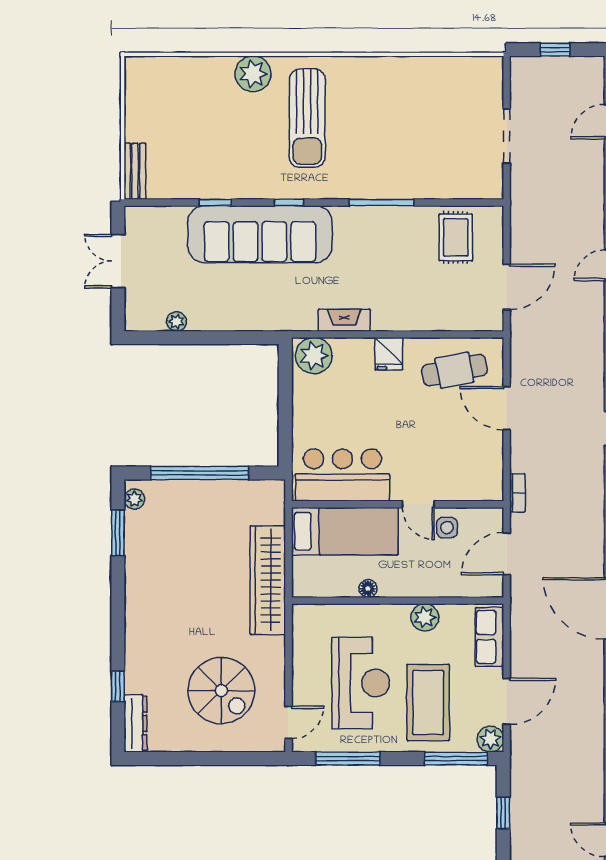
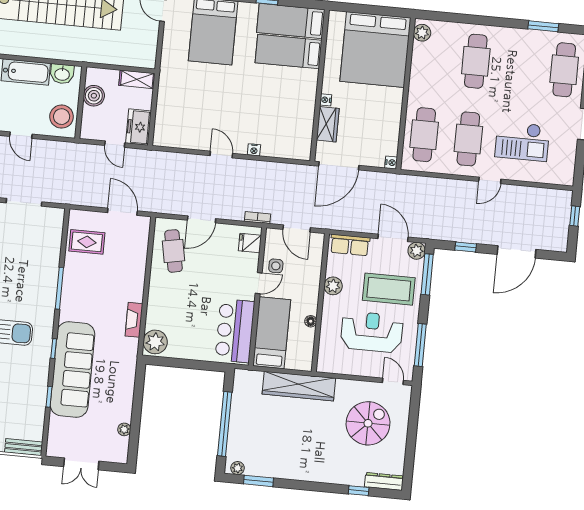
fridge: (389, 354) -> (250, 243), moved, turned 180

